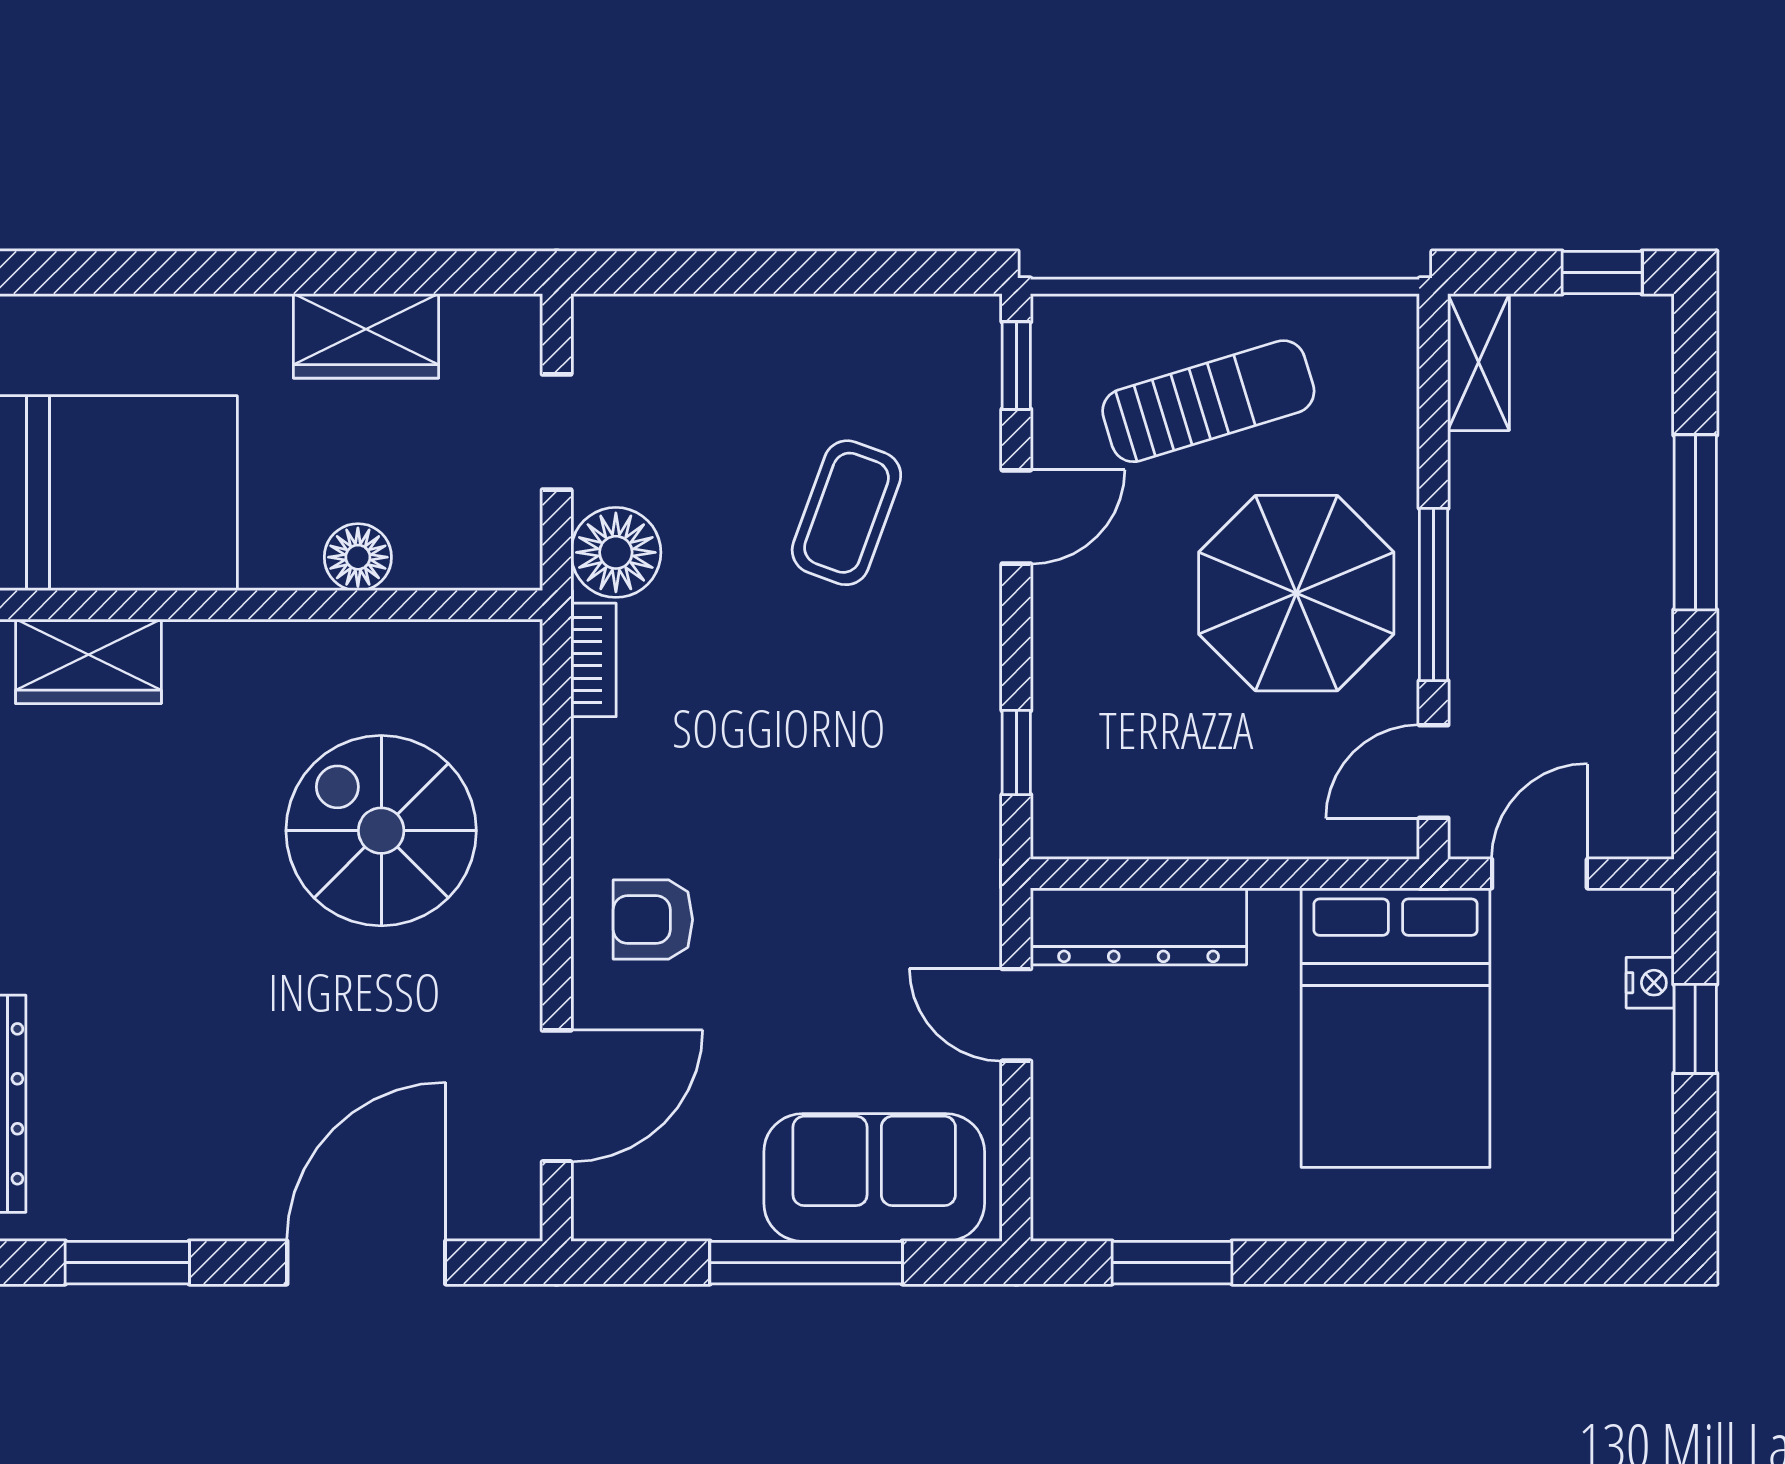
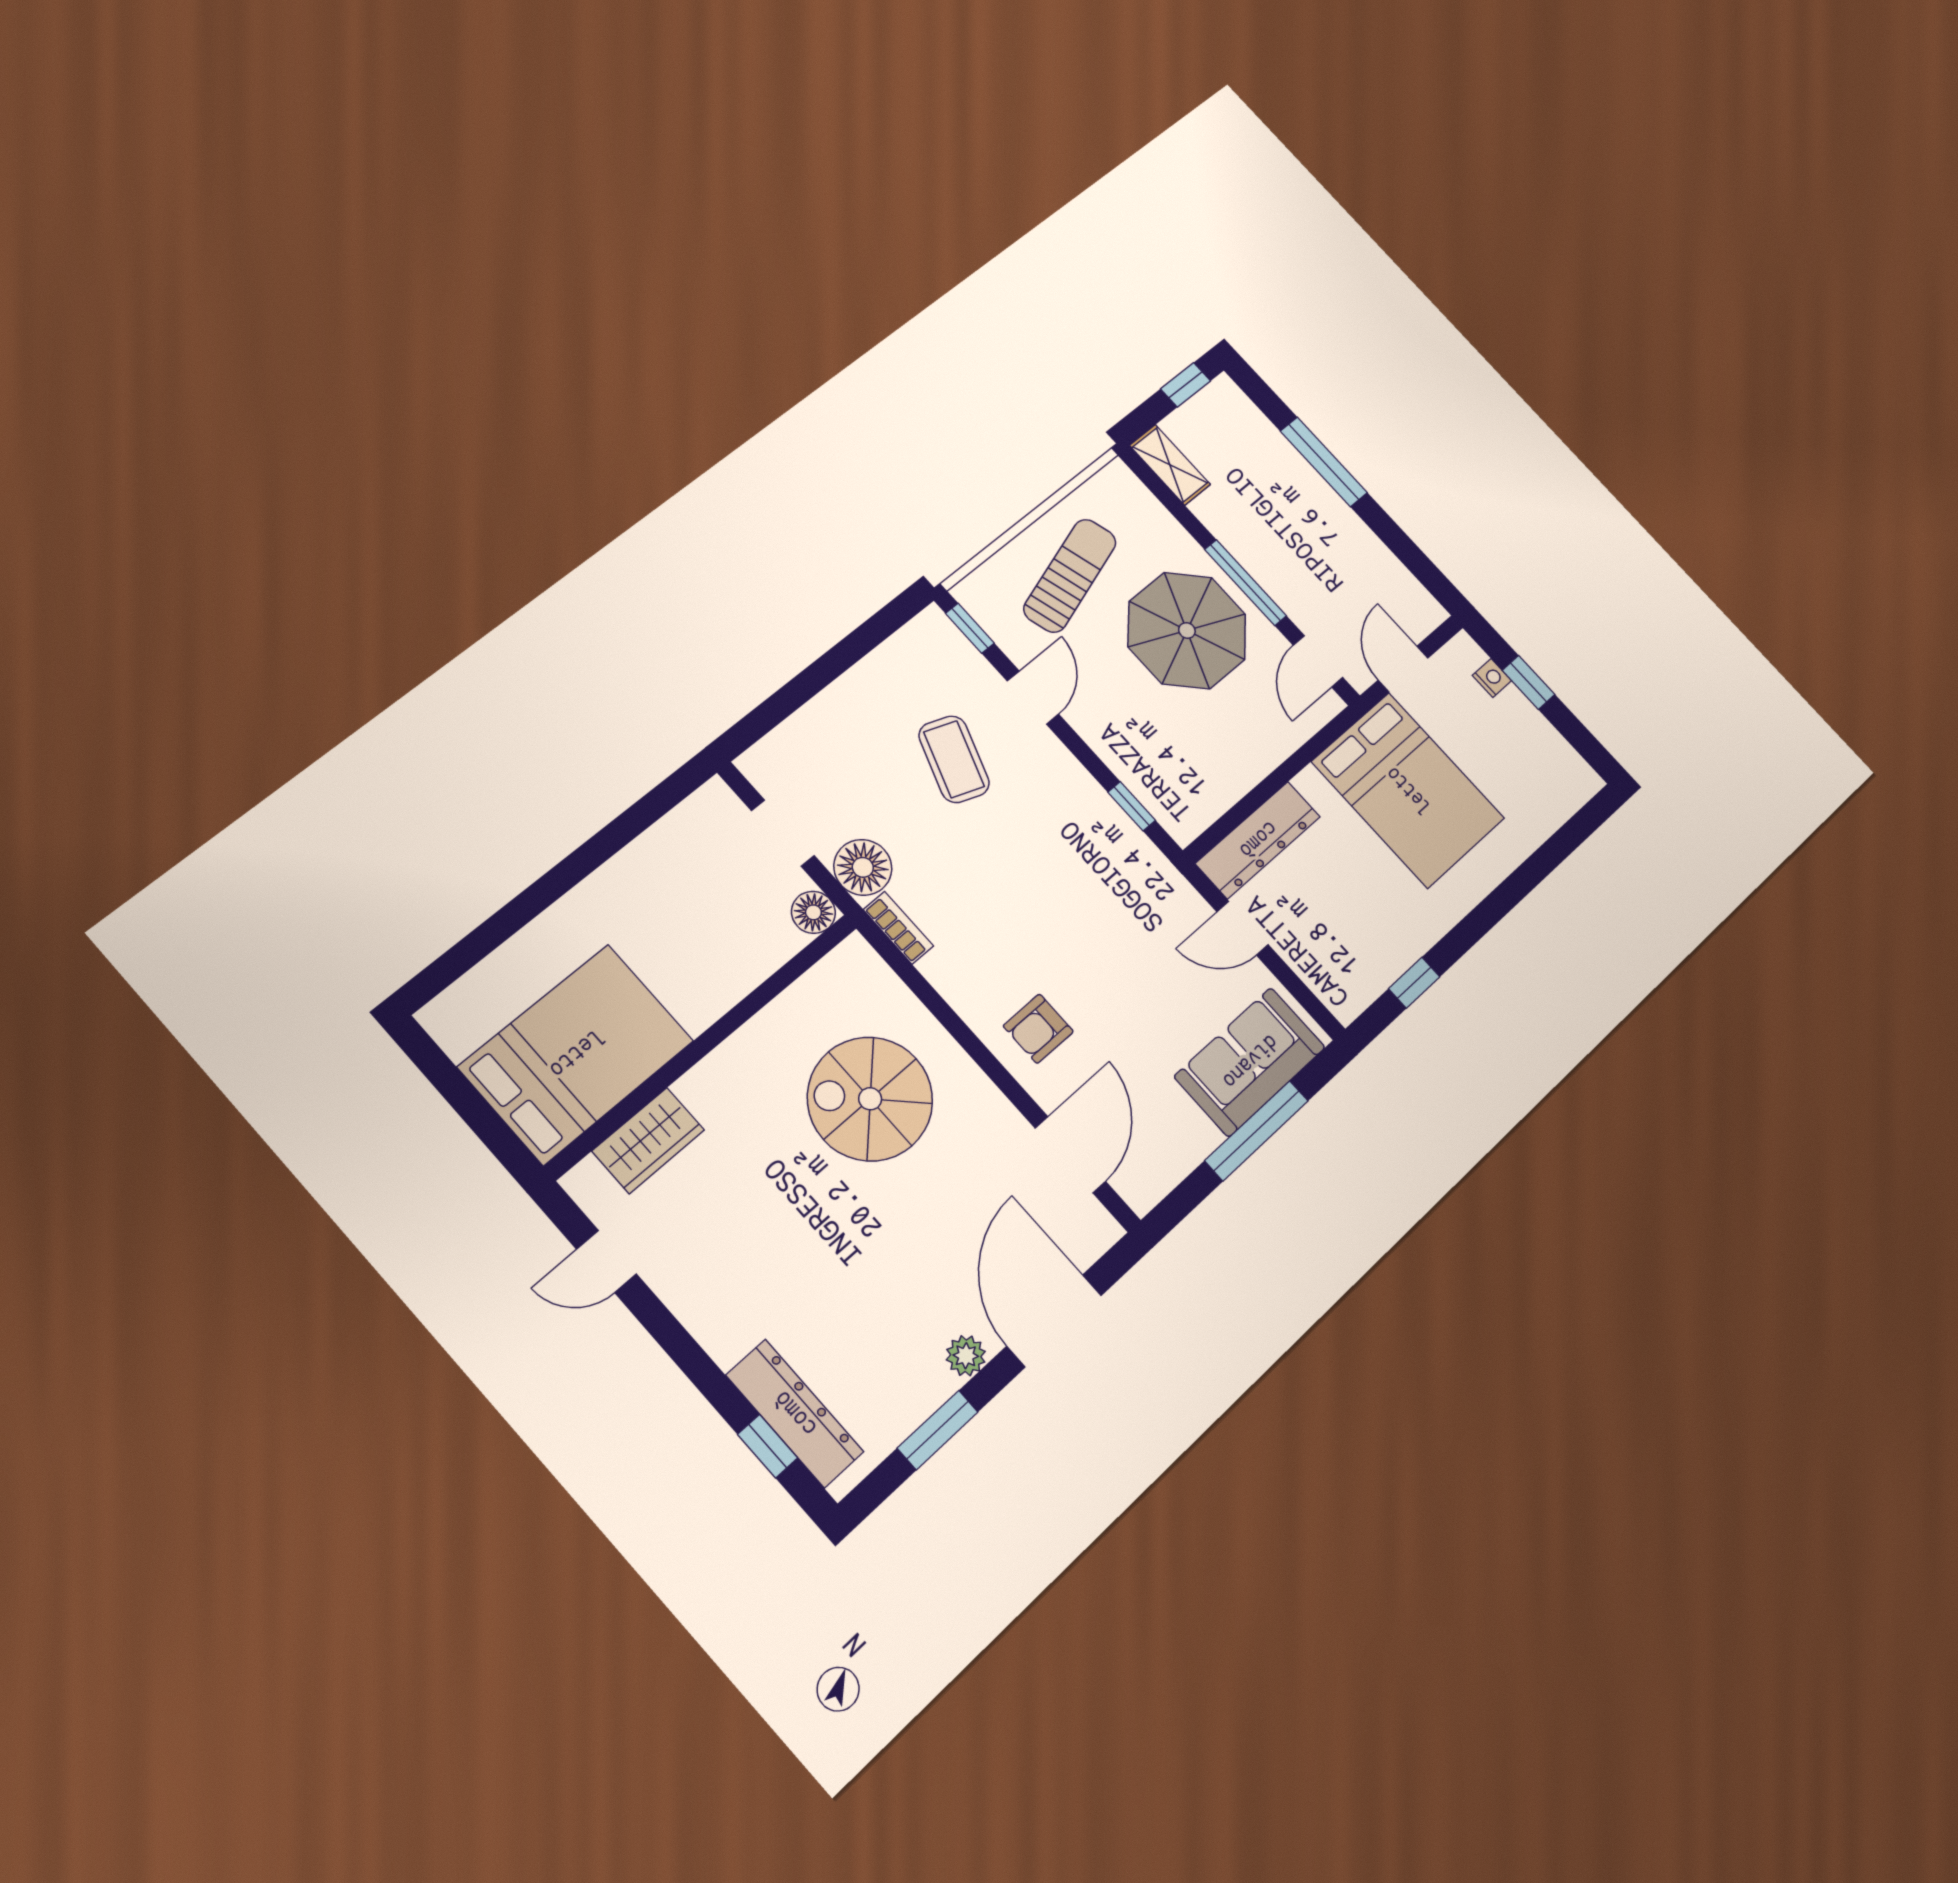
wardrobe: (366, 336) -> (647, 863), removed
floor lamp: (358, 557) -> (813, 912), moved
plant: (231, 1211) -> (966, 1356), added
window: (1172, 1263) -> (1414, 983), width x0.67

